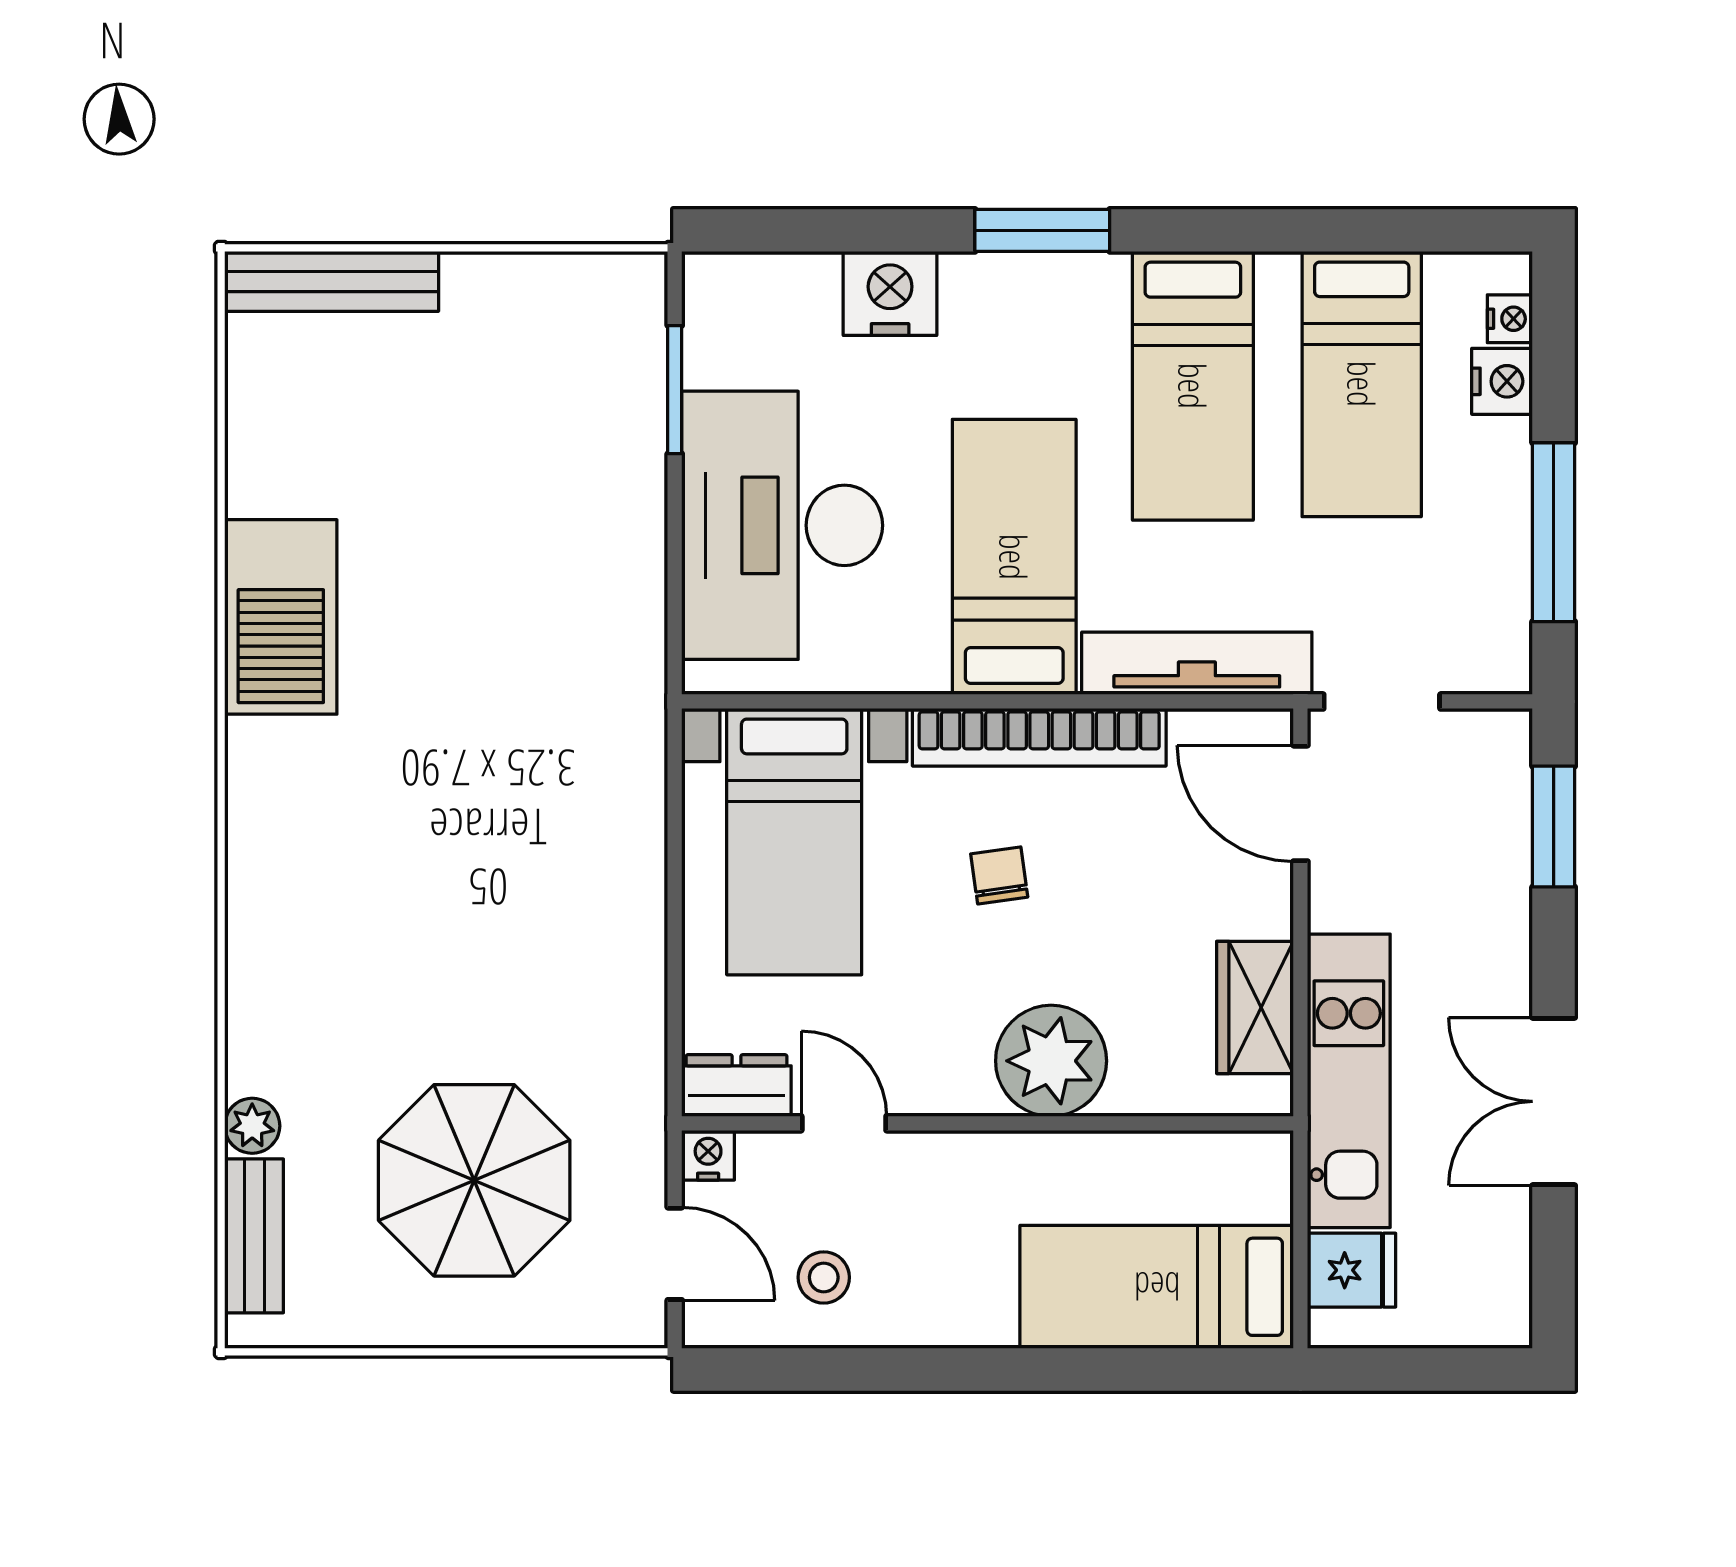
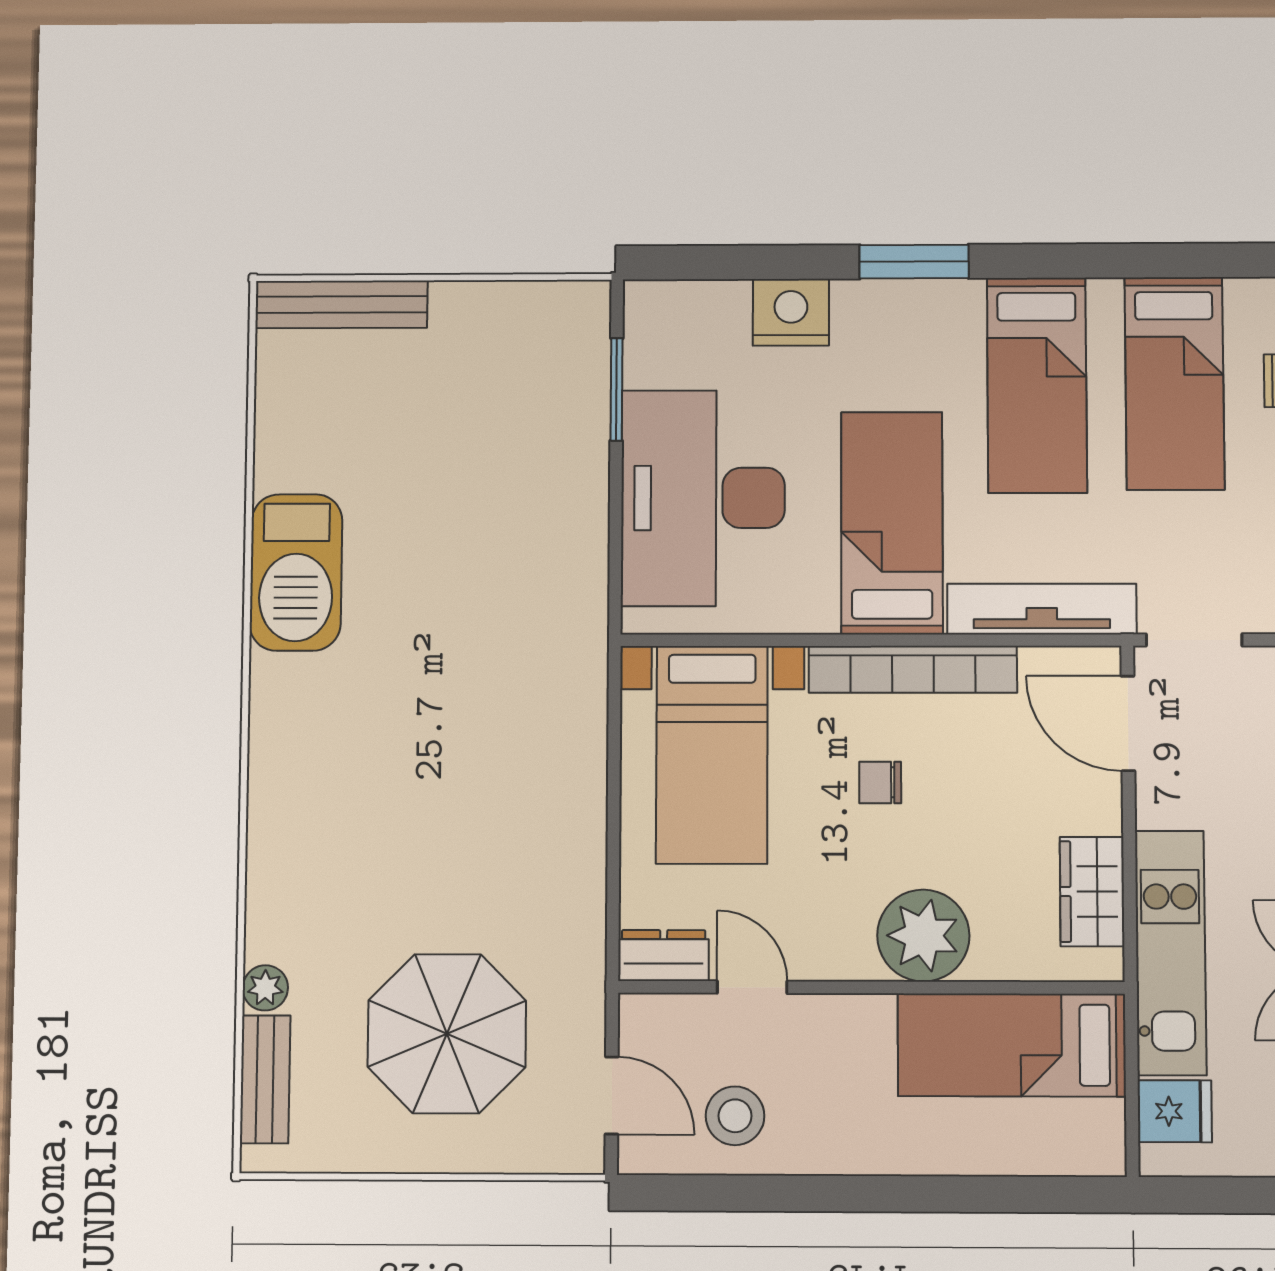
chair: (999, 875) -> (880, 782), turned -82
nightstand: (708, 1155) -> (640, 1013), removed
stool: (824, 1277) -> (735, 1116), width x1.37, depth x1.37
bed: (1157, 1287) -> (1012, 1045), moved

